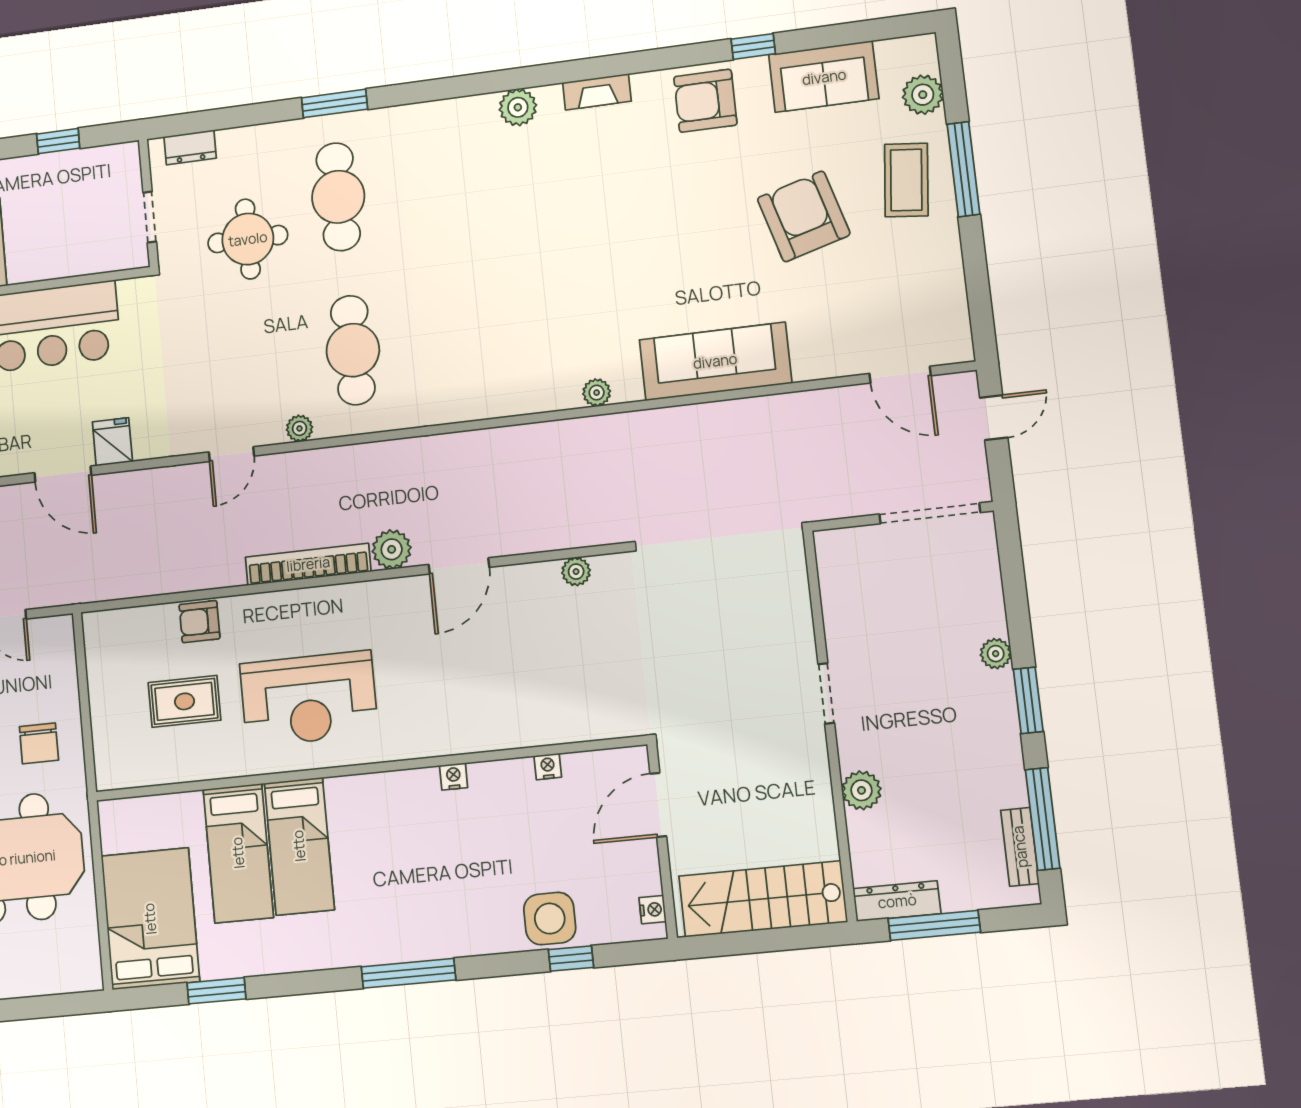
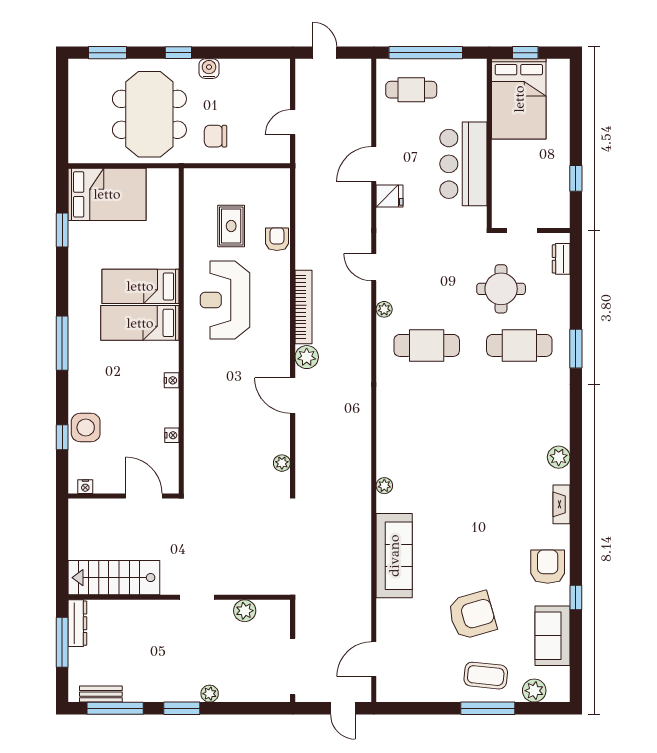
plant: (861, 790) -> (245, 611), moved
bed: (238, 853) -> (140, 323), moved
stairs: (763, 899) -> (114, 578), moved, turned -90

